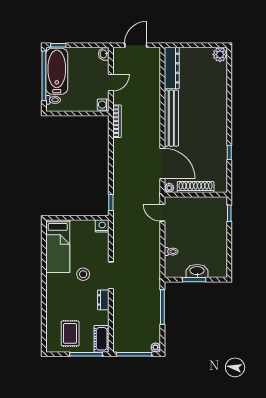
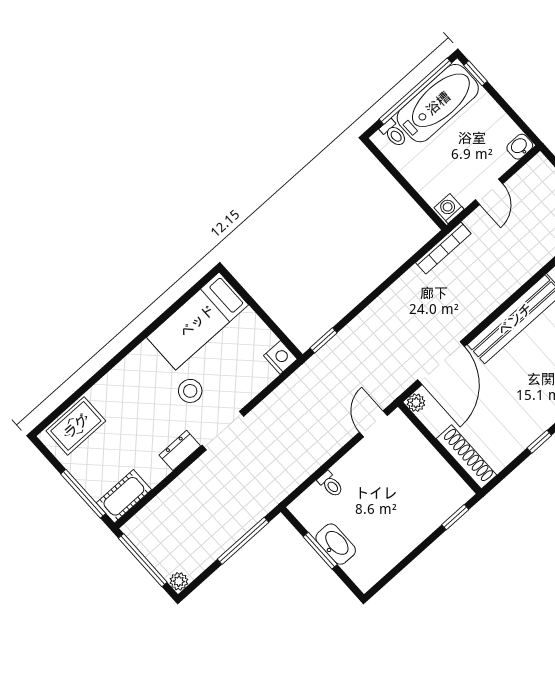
door: (111, 83) -> (489, 192), hinge flipped
shoe rack: (196, 187) -> (466, 457), moved
rug: (70, 333) -> (76, 426), moved

